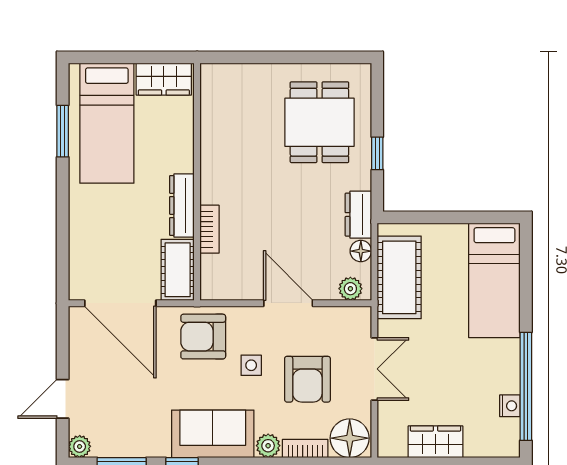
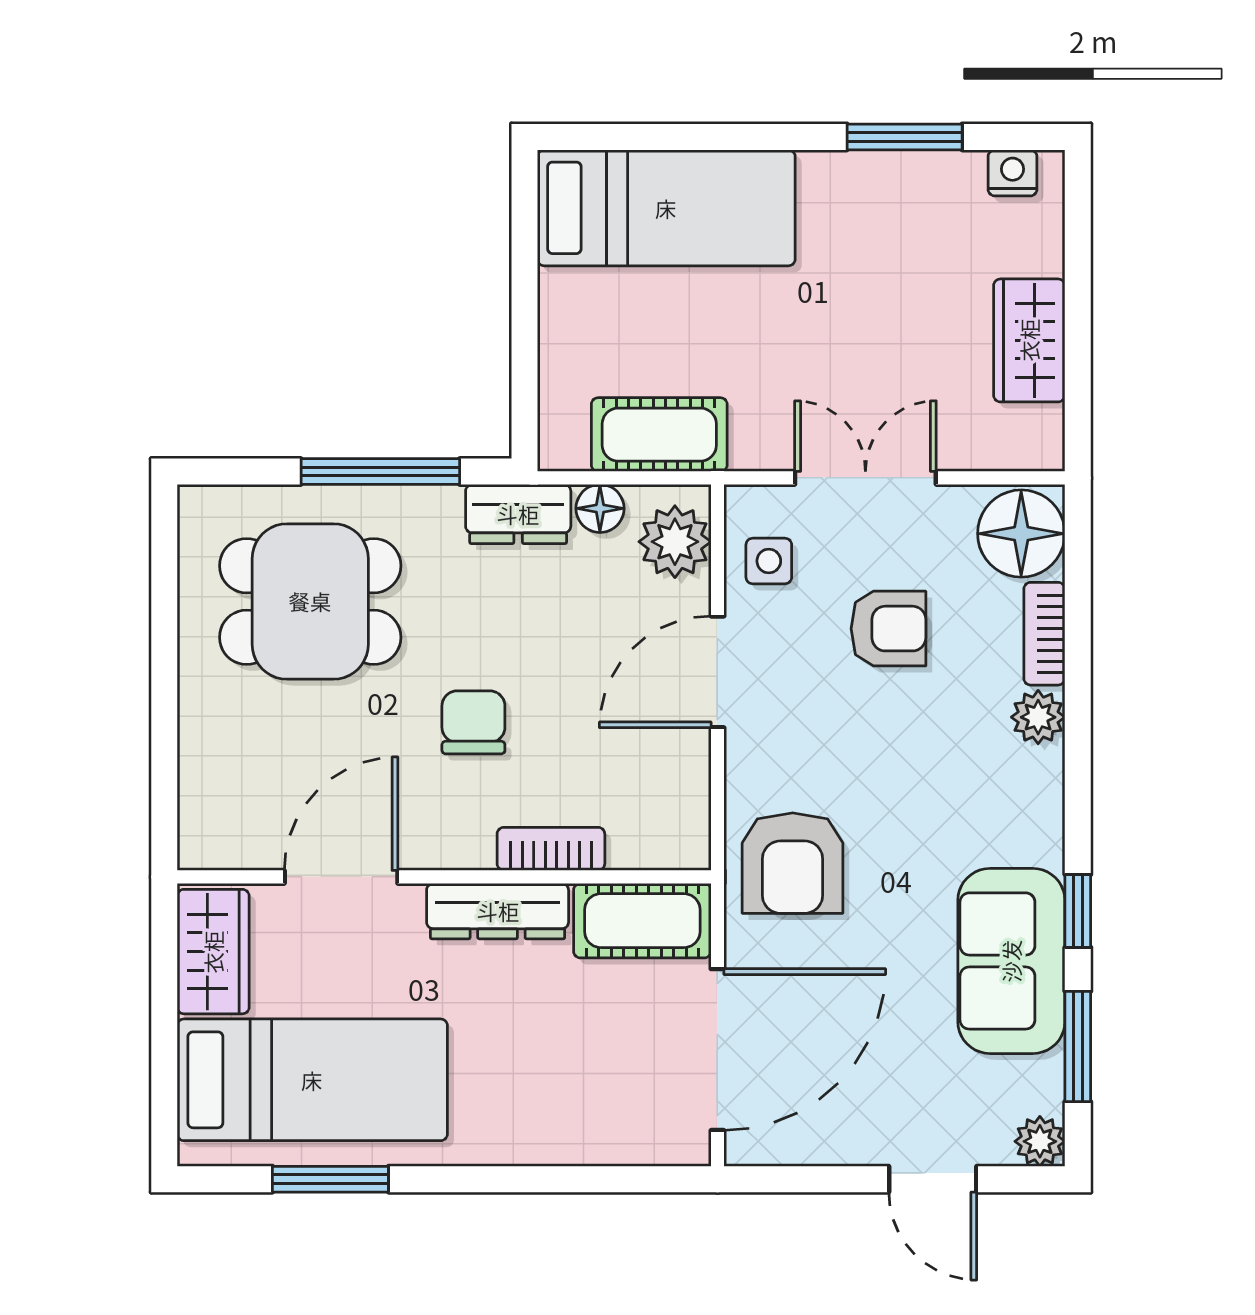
door: (197, 136) -> (341, 877), added
window: (377, 153) -> (380, 471), width x2.17
chair: (266, 195) -> (473, 722), added
cot: (399, 277) -> (659, 435), width x0.73, depth x0.75
plant: (350, 289) -> (675, 542), width x1.38, depth x1.38
side table: (251, 365) -> (769, 561), moved
armchair: (307, 379) -> (888, 629), width x0.72, depth x0.72
window: (526, 386) -> (905, 137), width x0.47
nightstand: (510, 406) -> (1013, 173), moved
sofa: (213, 434) -> (1011, 961), moved

